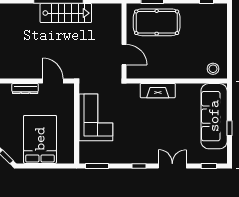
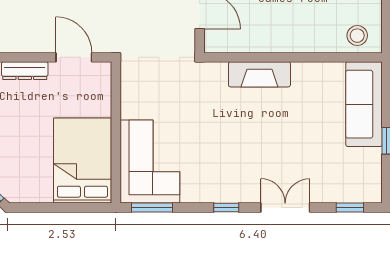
sofa: (214, 116) -> (364, 104), width x0.74, depth x0.79
corner sofa: (96, 117) -> (150, 162), moved
bed: (40, 139) -> (82, 161), moved

